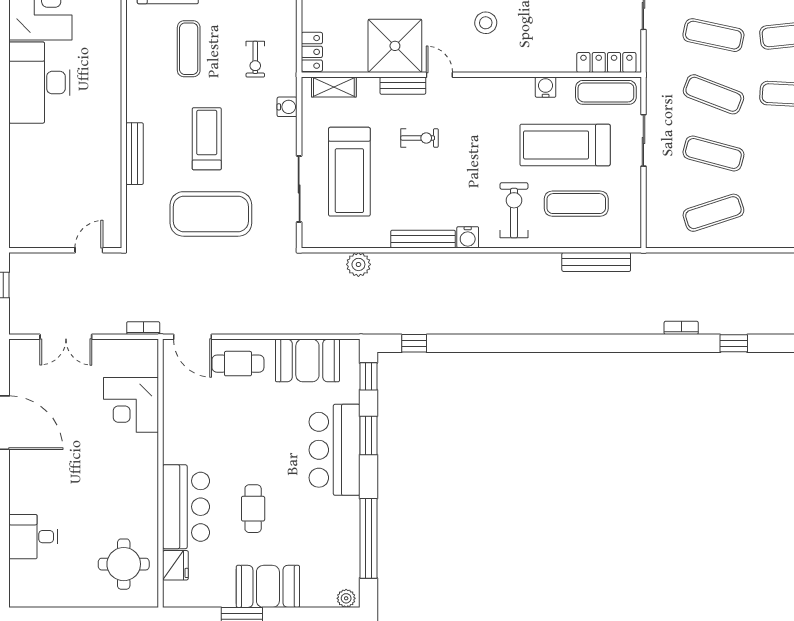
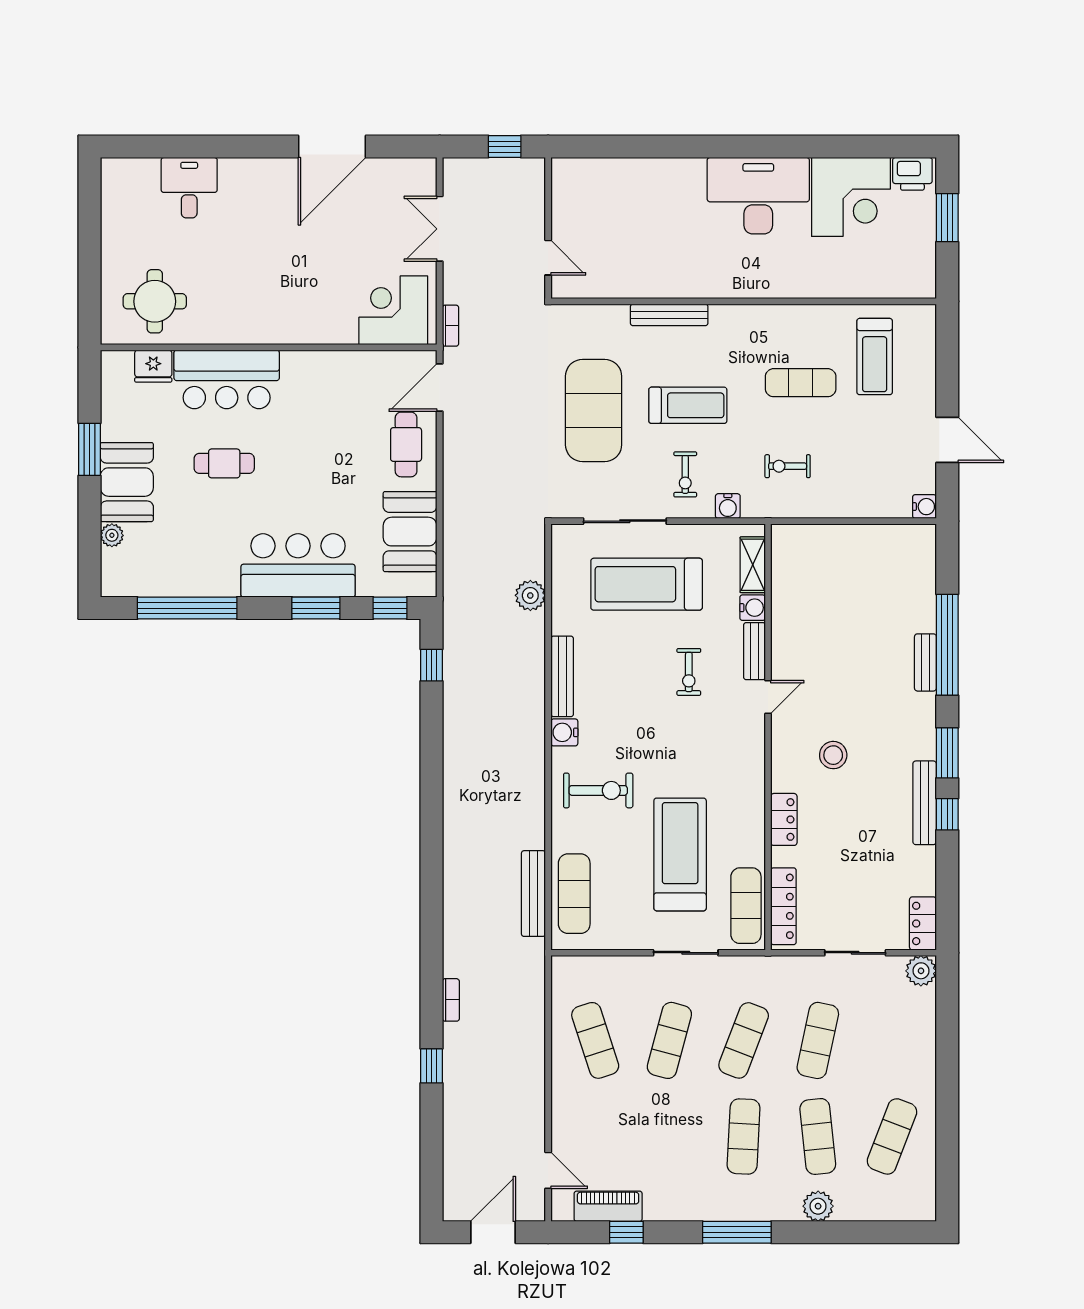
shower: (395, 46) -> (804, 641), removed
locker: (312, 52) -> (784, 819), moved, turned -90
water cooler: (546, 87) -> (753, 608), moved
exercise bike: (262, 141) -> (685, 474), added
exercise mat: (576, 204) -> (574, 894), moved
corner desk: (131, 405) -> (393, 310), moved
plant: (346, 598) -> (112, 535), moved

